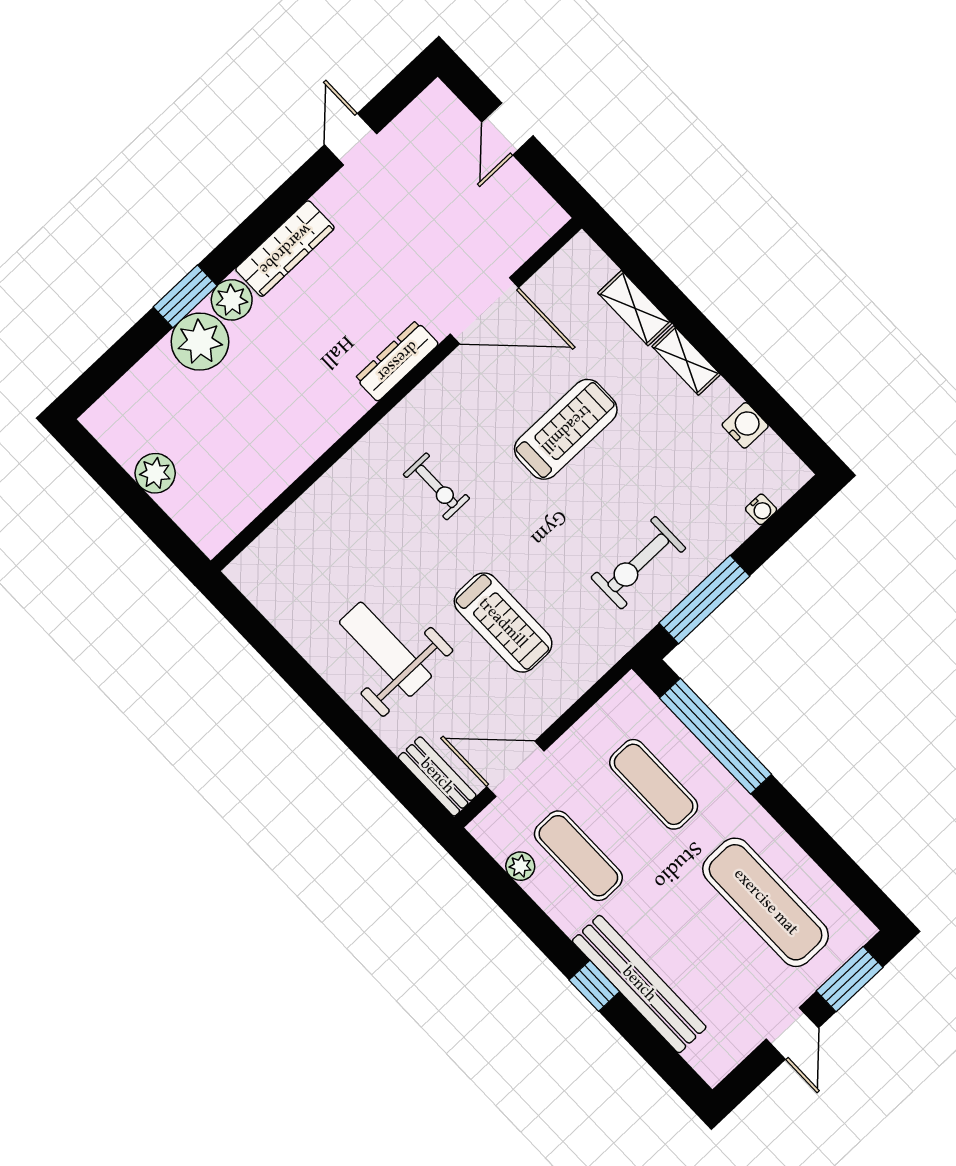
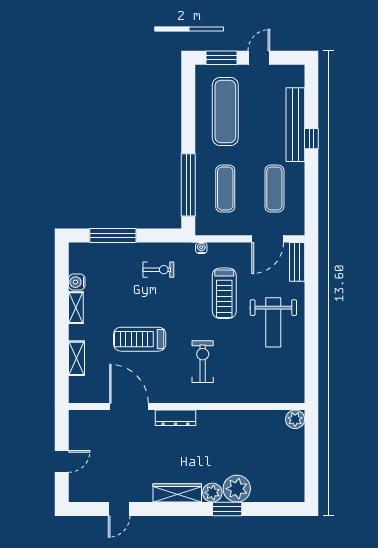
shelving: (686, 360) -> (76, 308), moved
plant: (155, 473) -> (295, 419), moved
exercise bike: (437, 486) -> (203, 362), width x1.38, depth x1.39
water cooler: (761, 509) -> (201, 248), moved
exercise bike: (638, 563) -> (158, 270), width x0.73, depth x0.72
window: (704, 599) -> (113, 235), moved
treadmill: (503, 623) -> (224, 293), turned 180
door: (515, 769) -> (268, 239), hinge flipped
plant: (520, 866) -> (298, 204), removed

